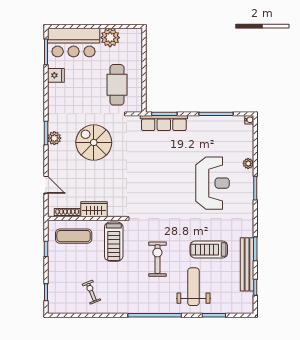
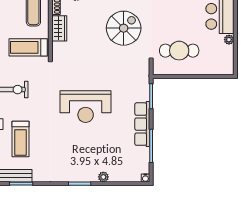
plant: (110, 38) -> (229, 40), width x0.53, depth x0.53
row of seats: (164, 123) -> (142, 124), moved
reception desk: (213, 183) -> (86, 107), moved
treadmill: (209, 250) -> (20, 139), turned 180

